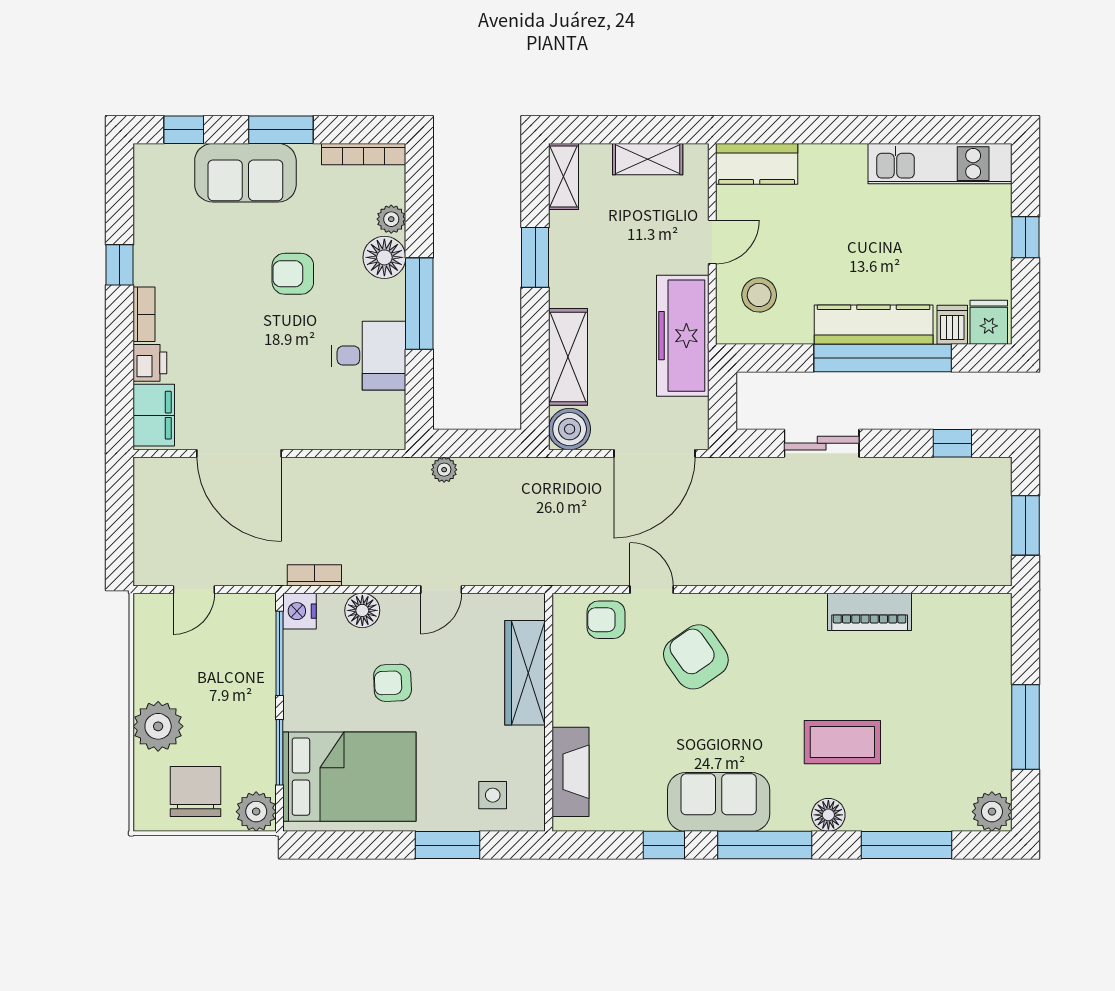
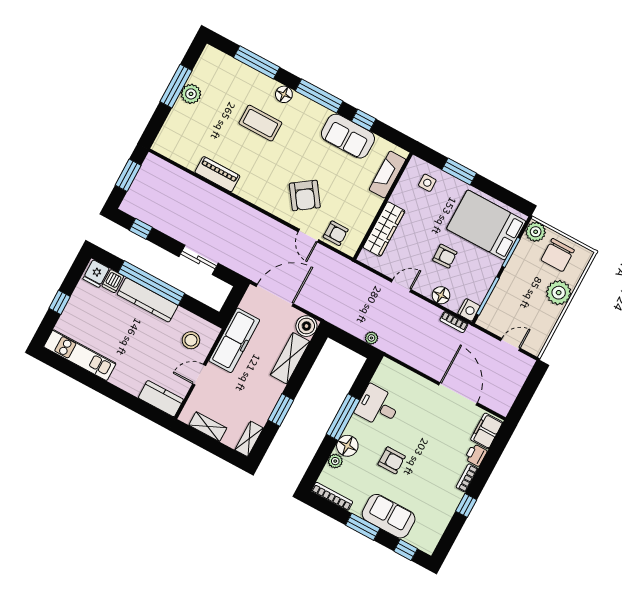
sofa: (719, 802) -> (348, 136), moved
plant: (992, 812) -> (191, 94), moved

